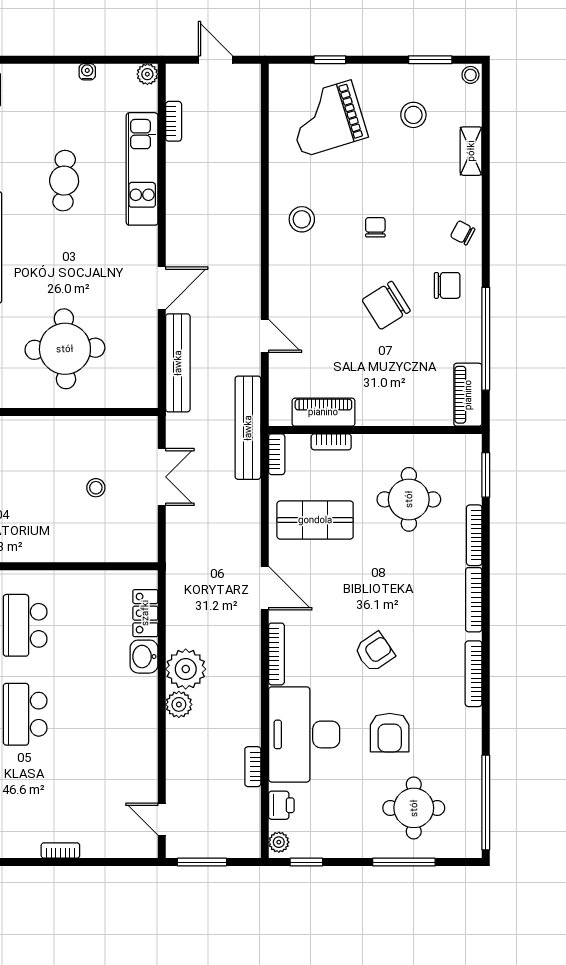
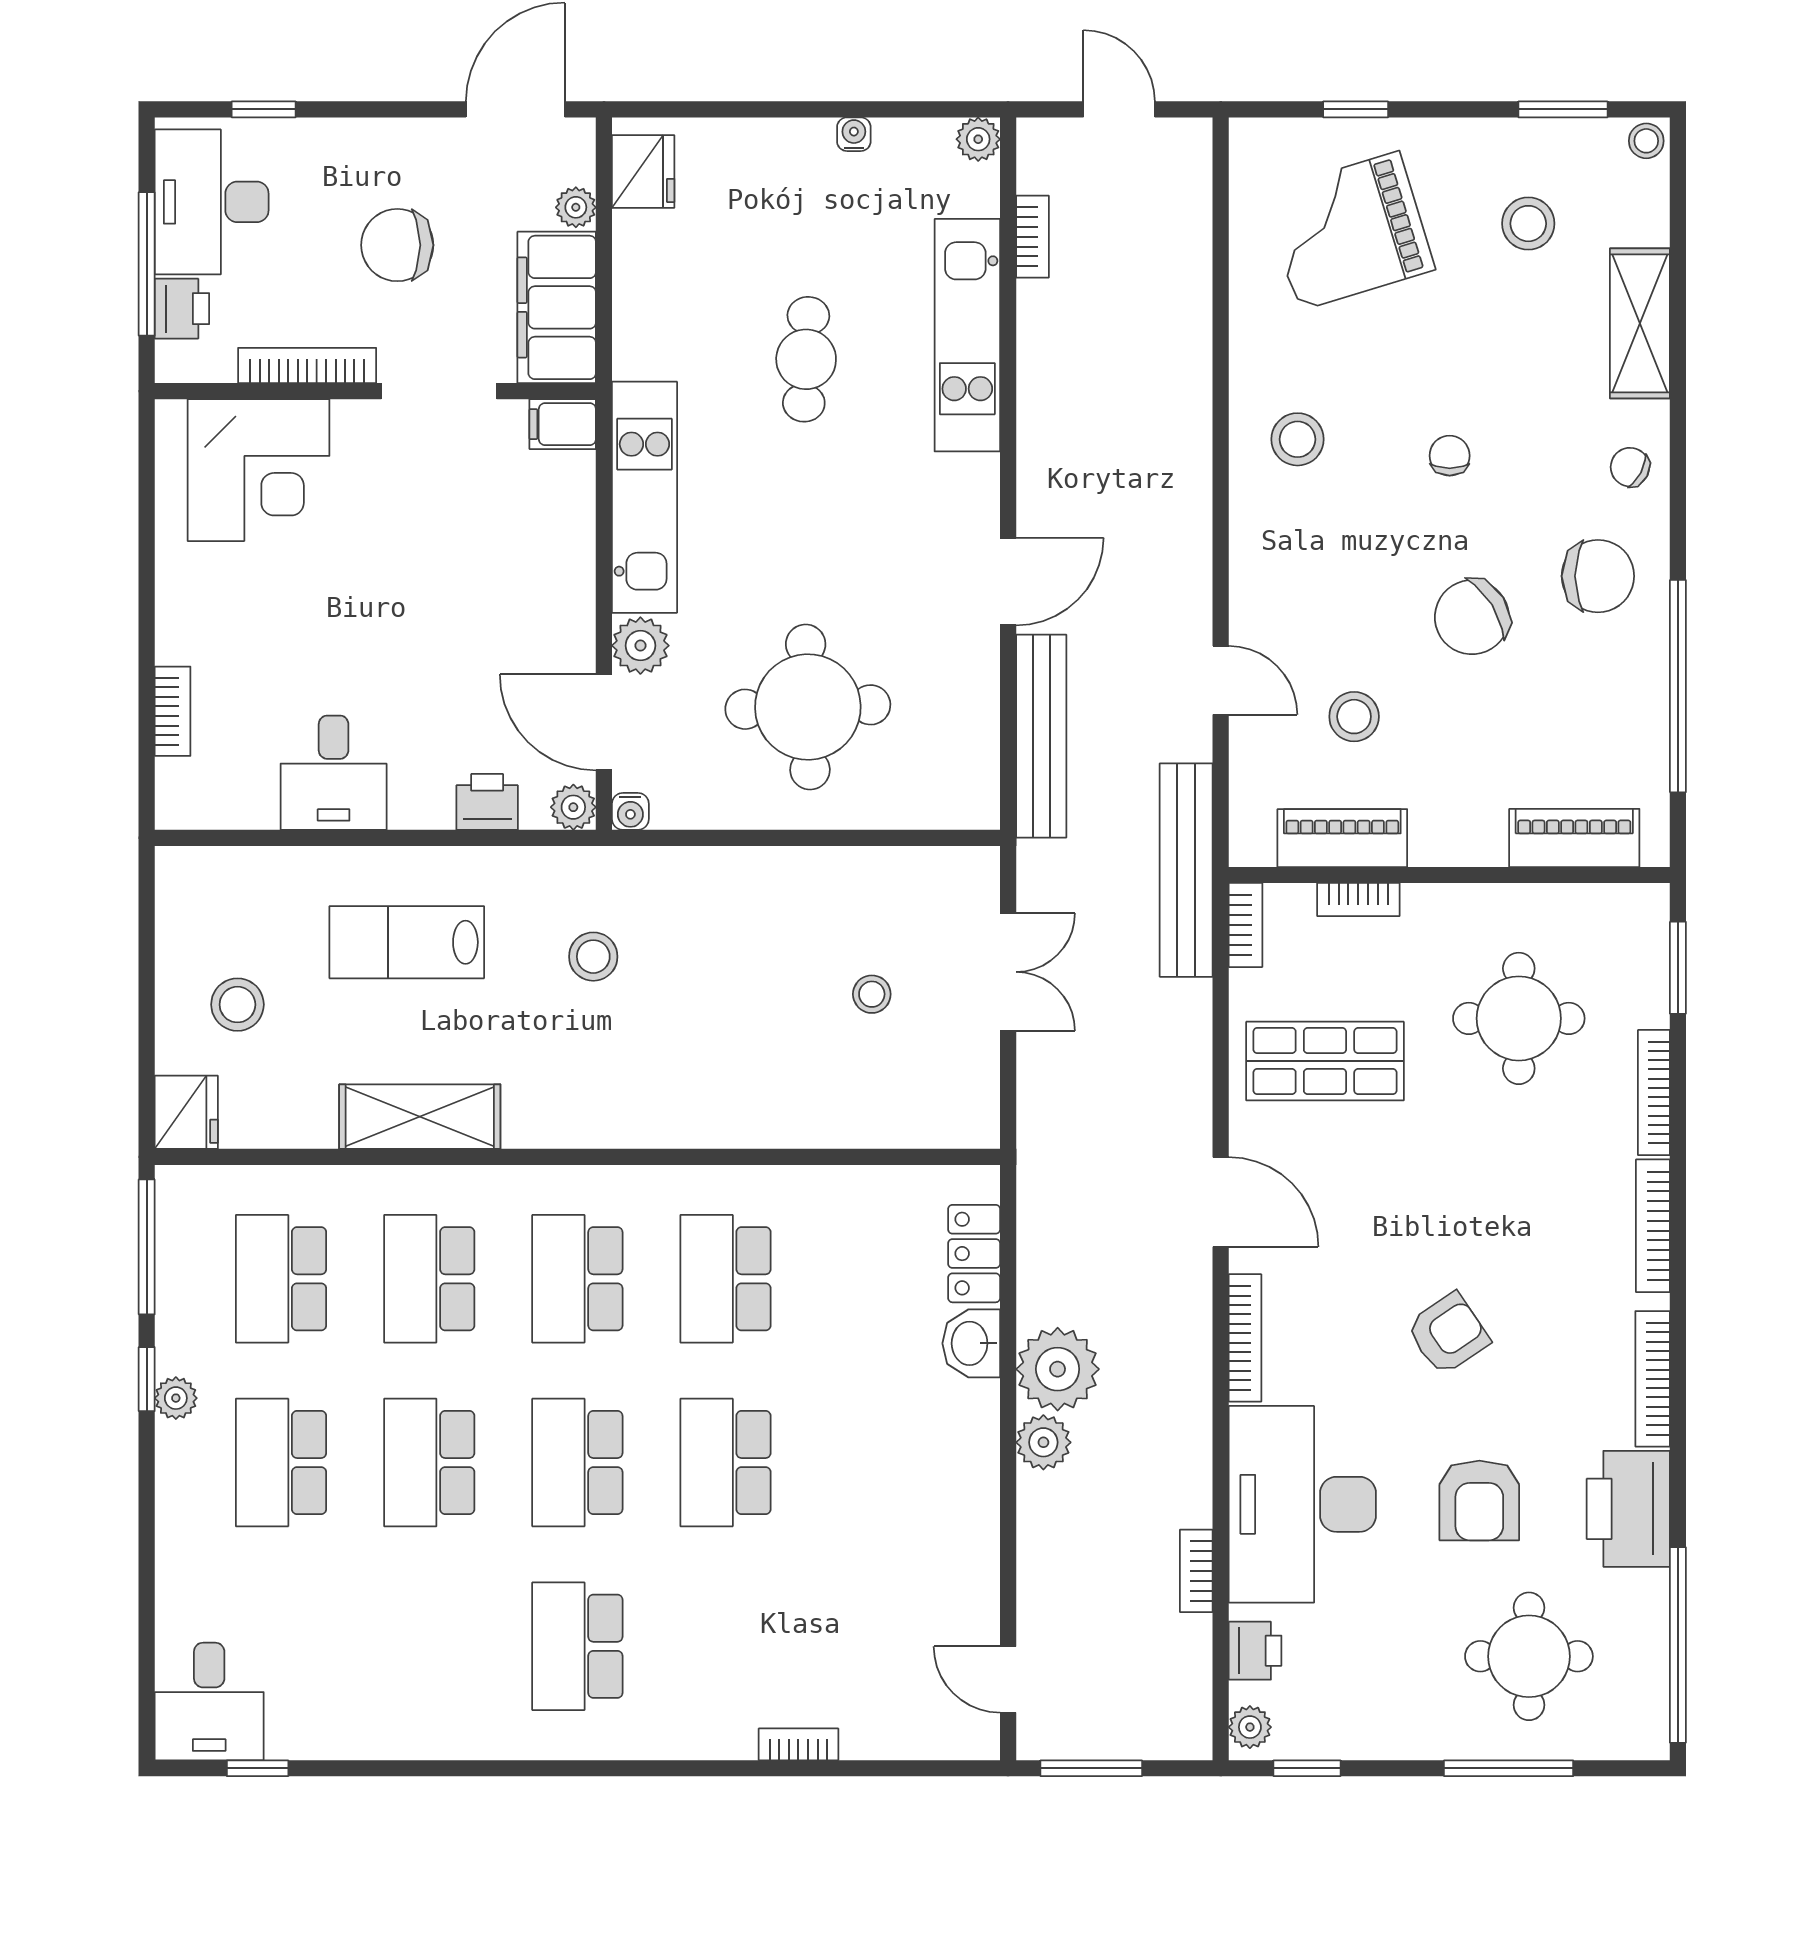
shelving: (471, 151) -> (1640, 323), width x1.50, depth x1.33
chair: (447, 285) -> (1598, 576), width x1.37, depth x1.37
stool: (329, 353) -> (1354, 717), added
piano: (468, 395) -> (1574, 838), moved, turned 90
printer: (462, 737) -> (1628, 1509), added

